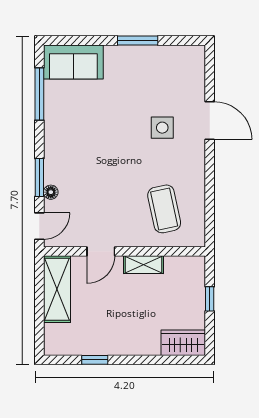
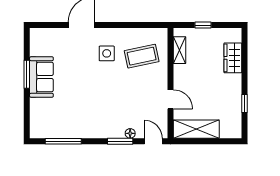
sofa: (73, 62) -> (41, 77), moved
side table: (162, 128) -> (107, 53), moved
shelving: (144, 265) -> (180, 50), moved
wardrobe: (183, 343) -> (233, 58), moved

